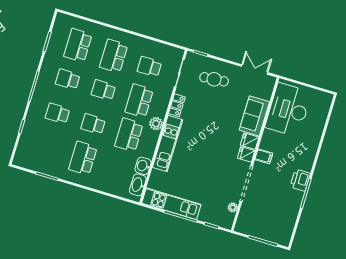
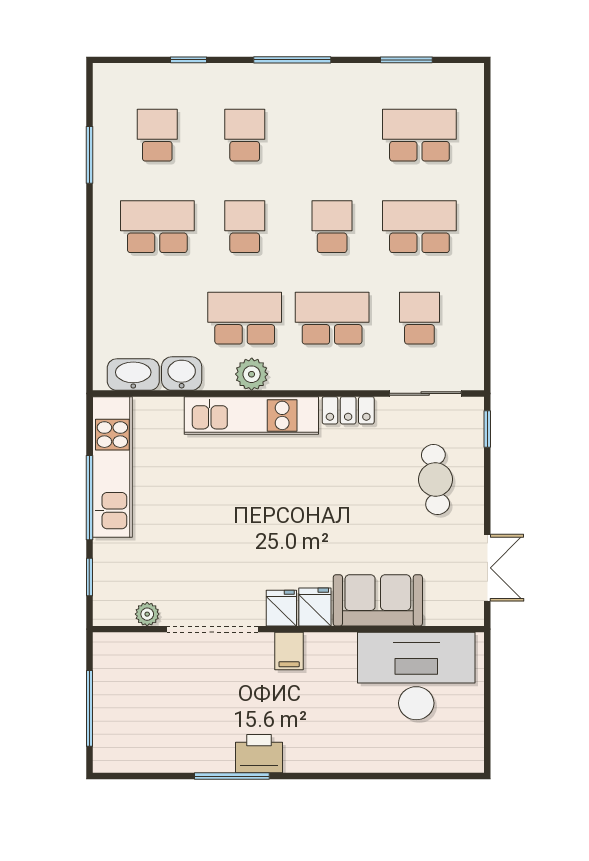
school desk: (68, 79) -> (157, 135), moved
plant: (156, 124) -> (252, 374), moved

